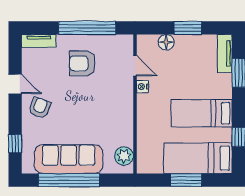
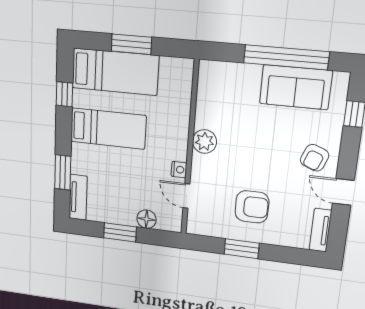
window: (87, 28) -> (242, 249), width x0.47
tv unit: (39, 41) -> (320, 230), moved, turned -90
plant: (124, 156) -> (204, 142), moved
sofa: (69, 159) -> (296, 87), width x0.73

